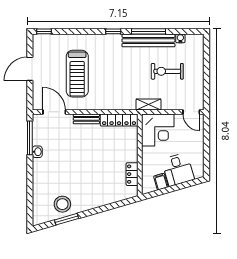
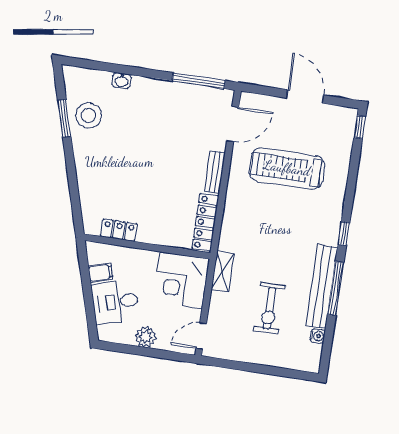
exercise bike: (167, 71) -> (270, 308), turned 180
plant: (197, 147) -> (146, 337), added
washbasin: (37, 152) -> (122, 81), moved

